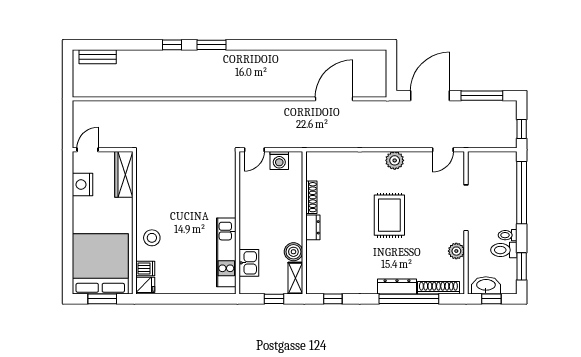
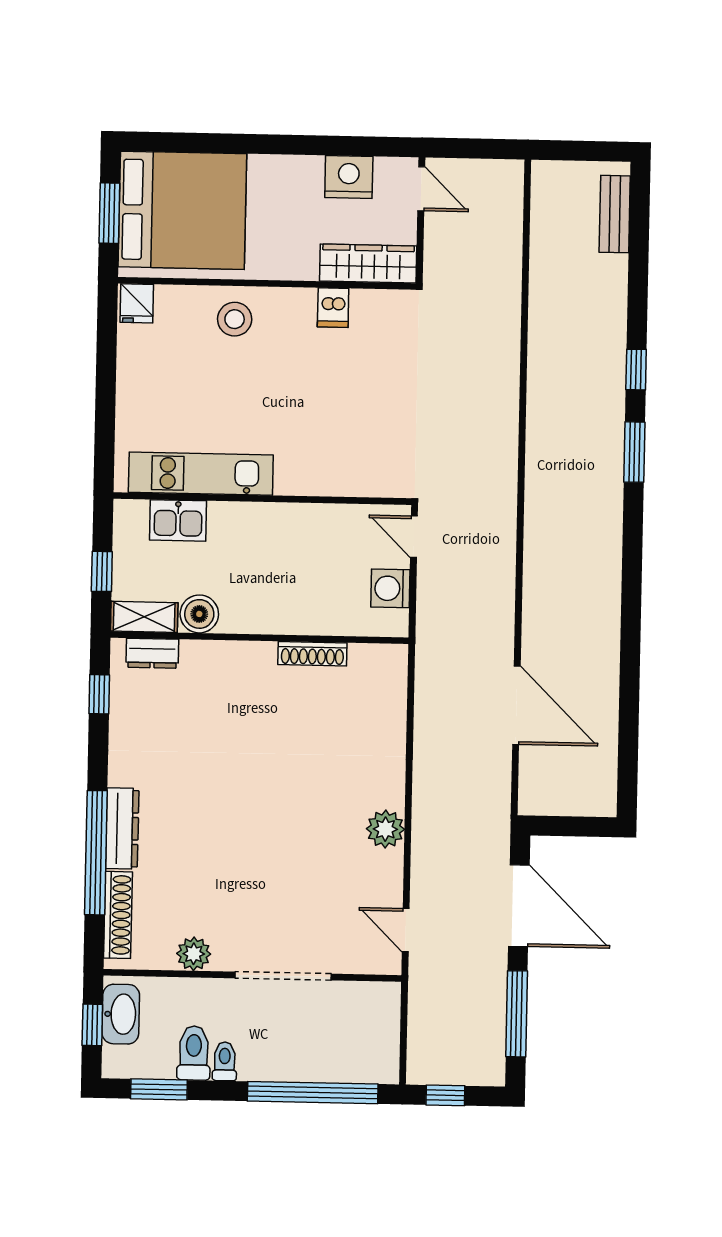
rug: (389, 215) -> (271, 816), removed
dresser: (313, 227) -> (152, 653), moved
dishwasher: (145, 268) -> (333, 308), moved

